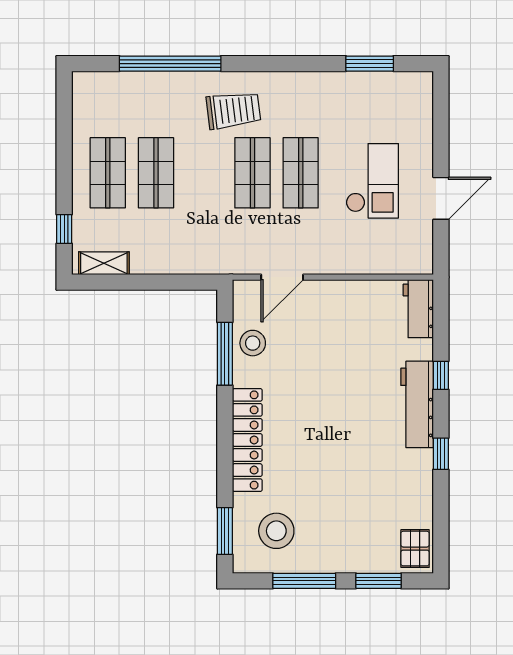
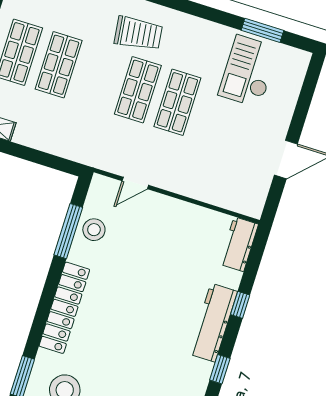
checkout: (372, 181) -> (248, 71), moved, turned 180
door: (282, 277) -> (135, 183), width x0.73

